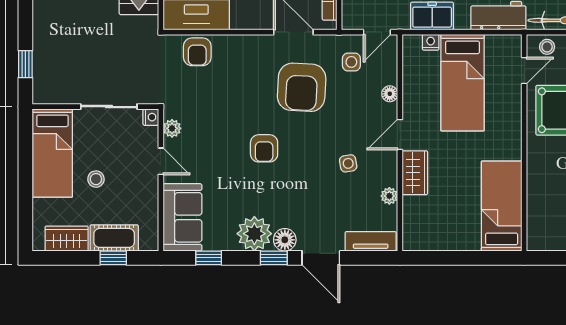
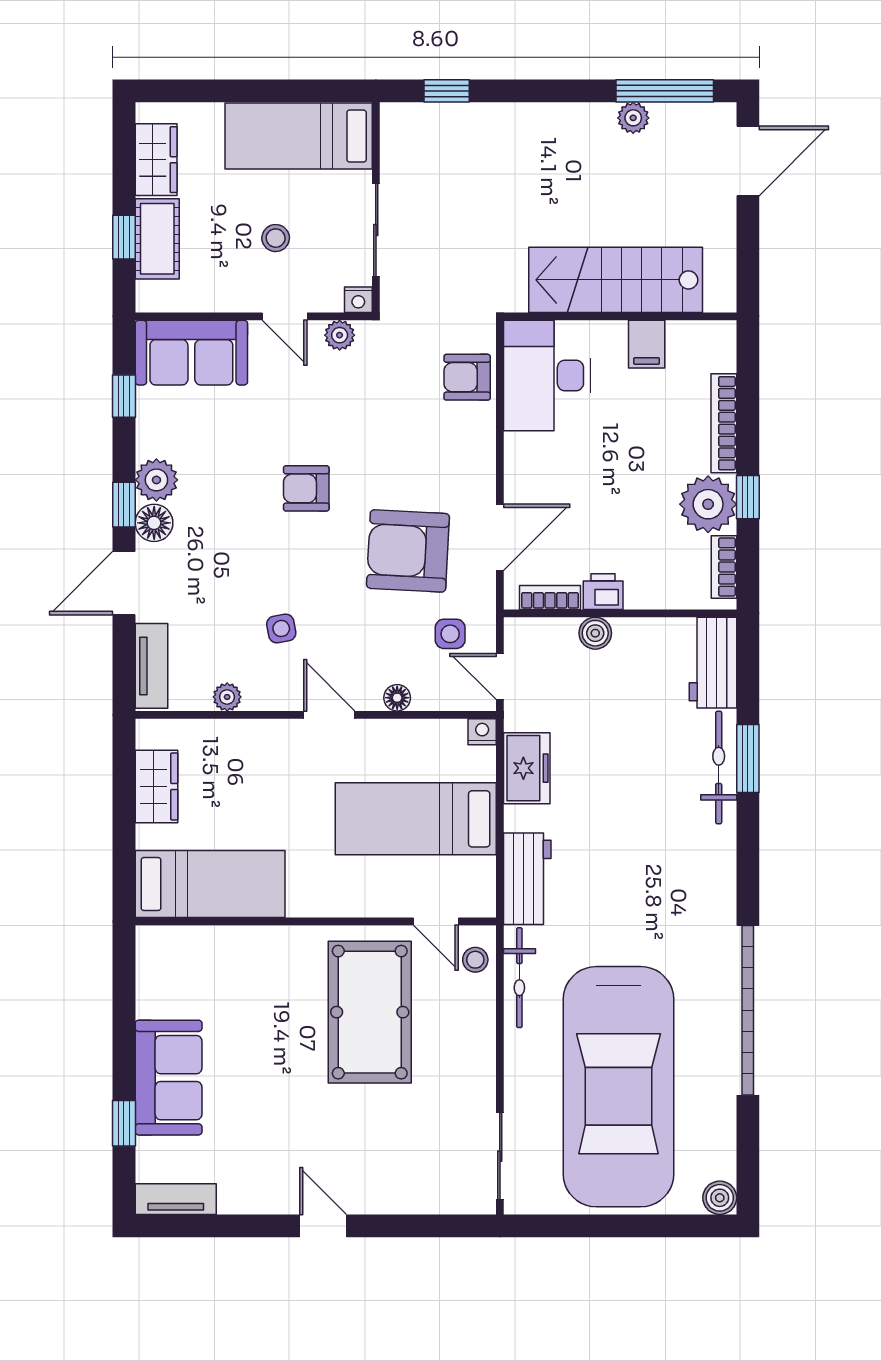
nightstand: (431, 42) -> (482, 732), moved, turned -90
door: (161, 161) -> (285, 316), hinge flipped
wardrobe: (415, 173) -> (156, 786), moved, turned -90
stool: (96, 179) -> (276, 238), moved
plant: (254, 234) -> (156, 480), width x0.73, depth x0.73

